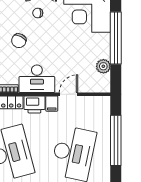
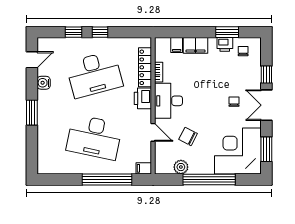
chair: (19, 41) -> (188, 136), moved
filing cabinet: (52, 104) -> (144, 168), moved

